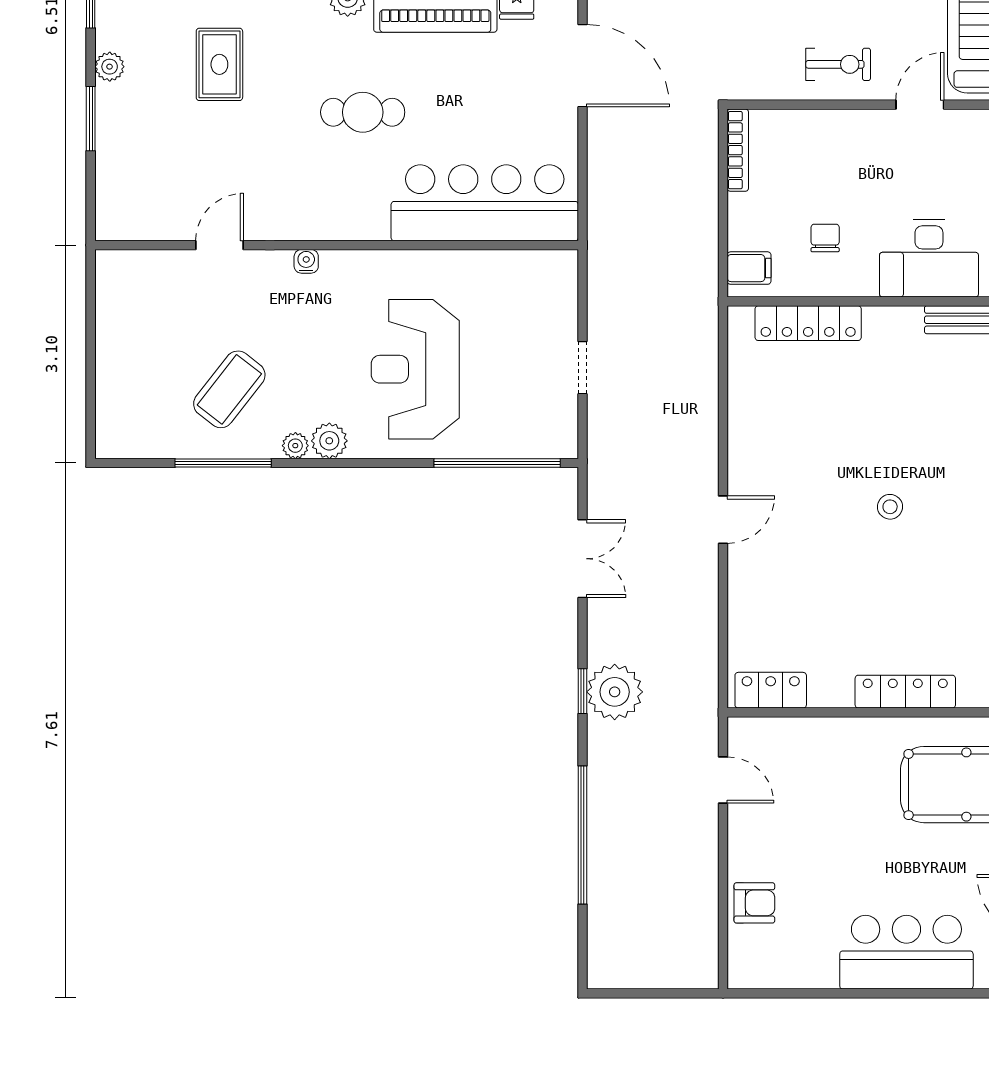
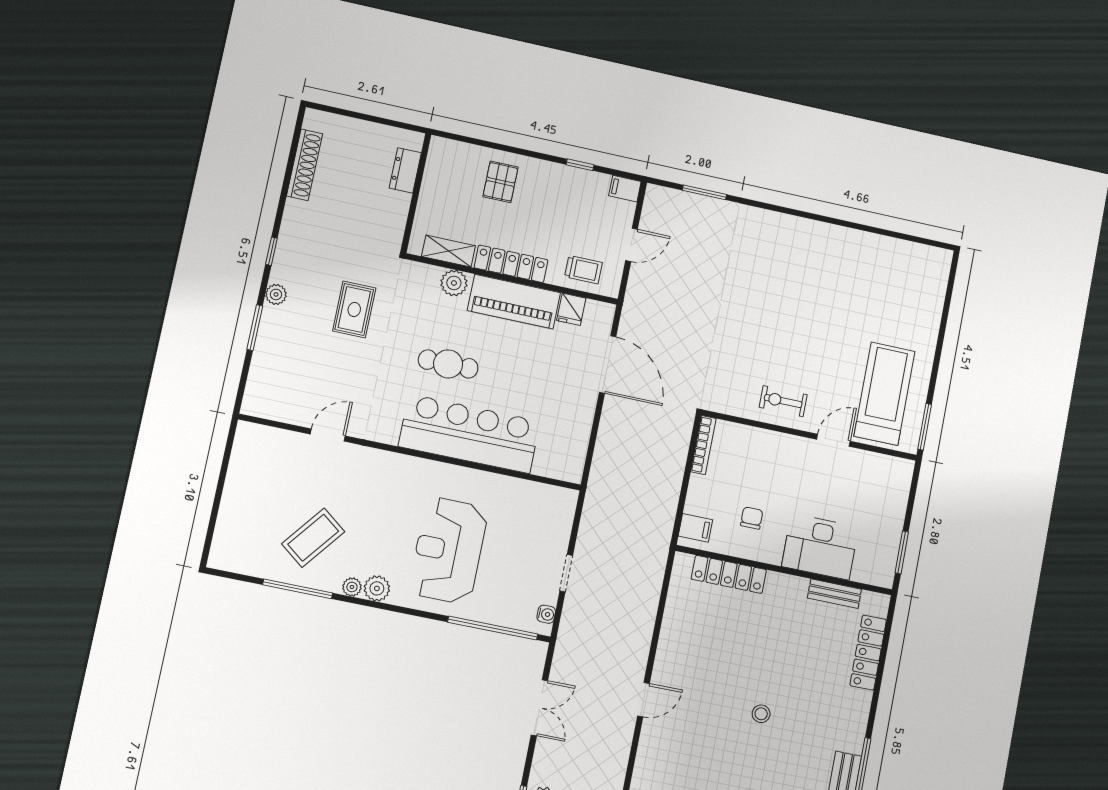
exercise bike: (838, 64) -> (783, 401), turned 180
bar counter: (485, 203) -> (469, 434), moved
water cooler: (306, 261) -> (546, 614), moved, turned 90

